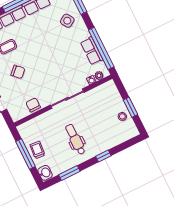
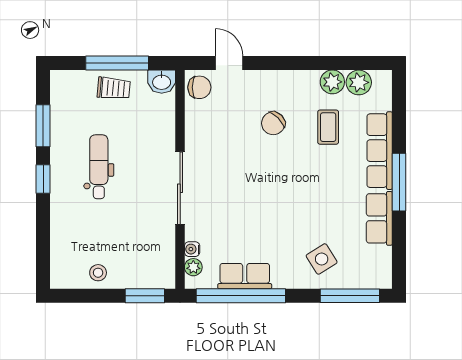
chair: (33, 105) -> (199, 87), moved
window: (130, 107) -> (145, 296), moved
dental chair: (75, 139) -> (99, 167), turned -90
window: (103, 156) -> (43, 179), moved
washbasin: (45, 173) -> (162, 82), moved

